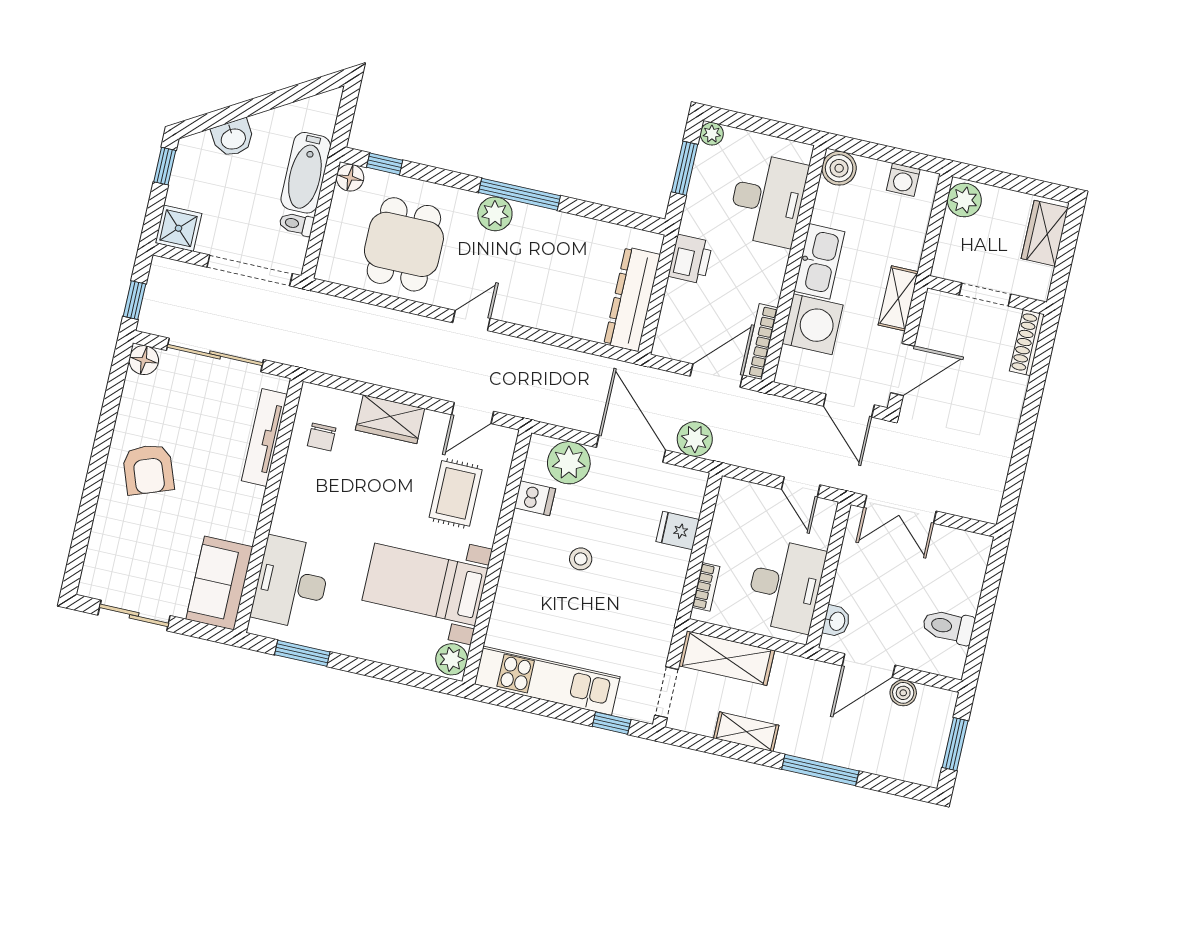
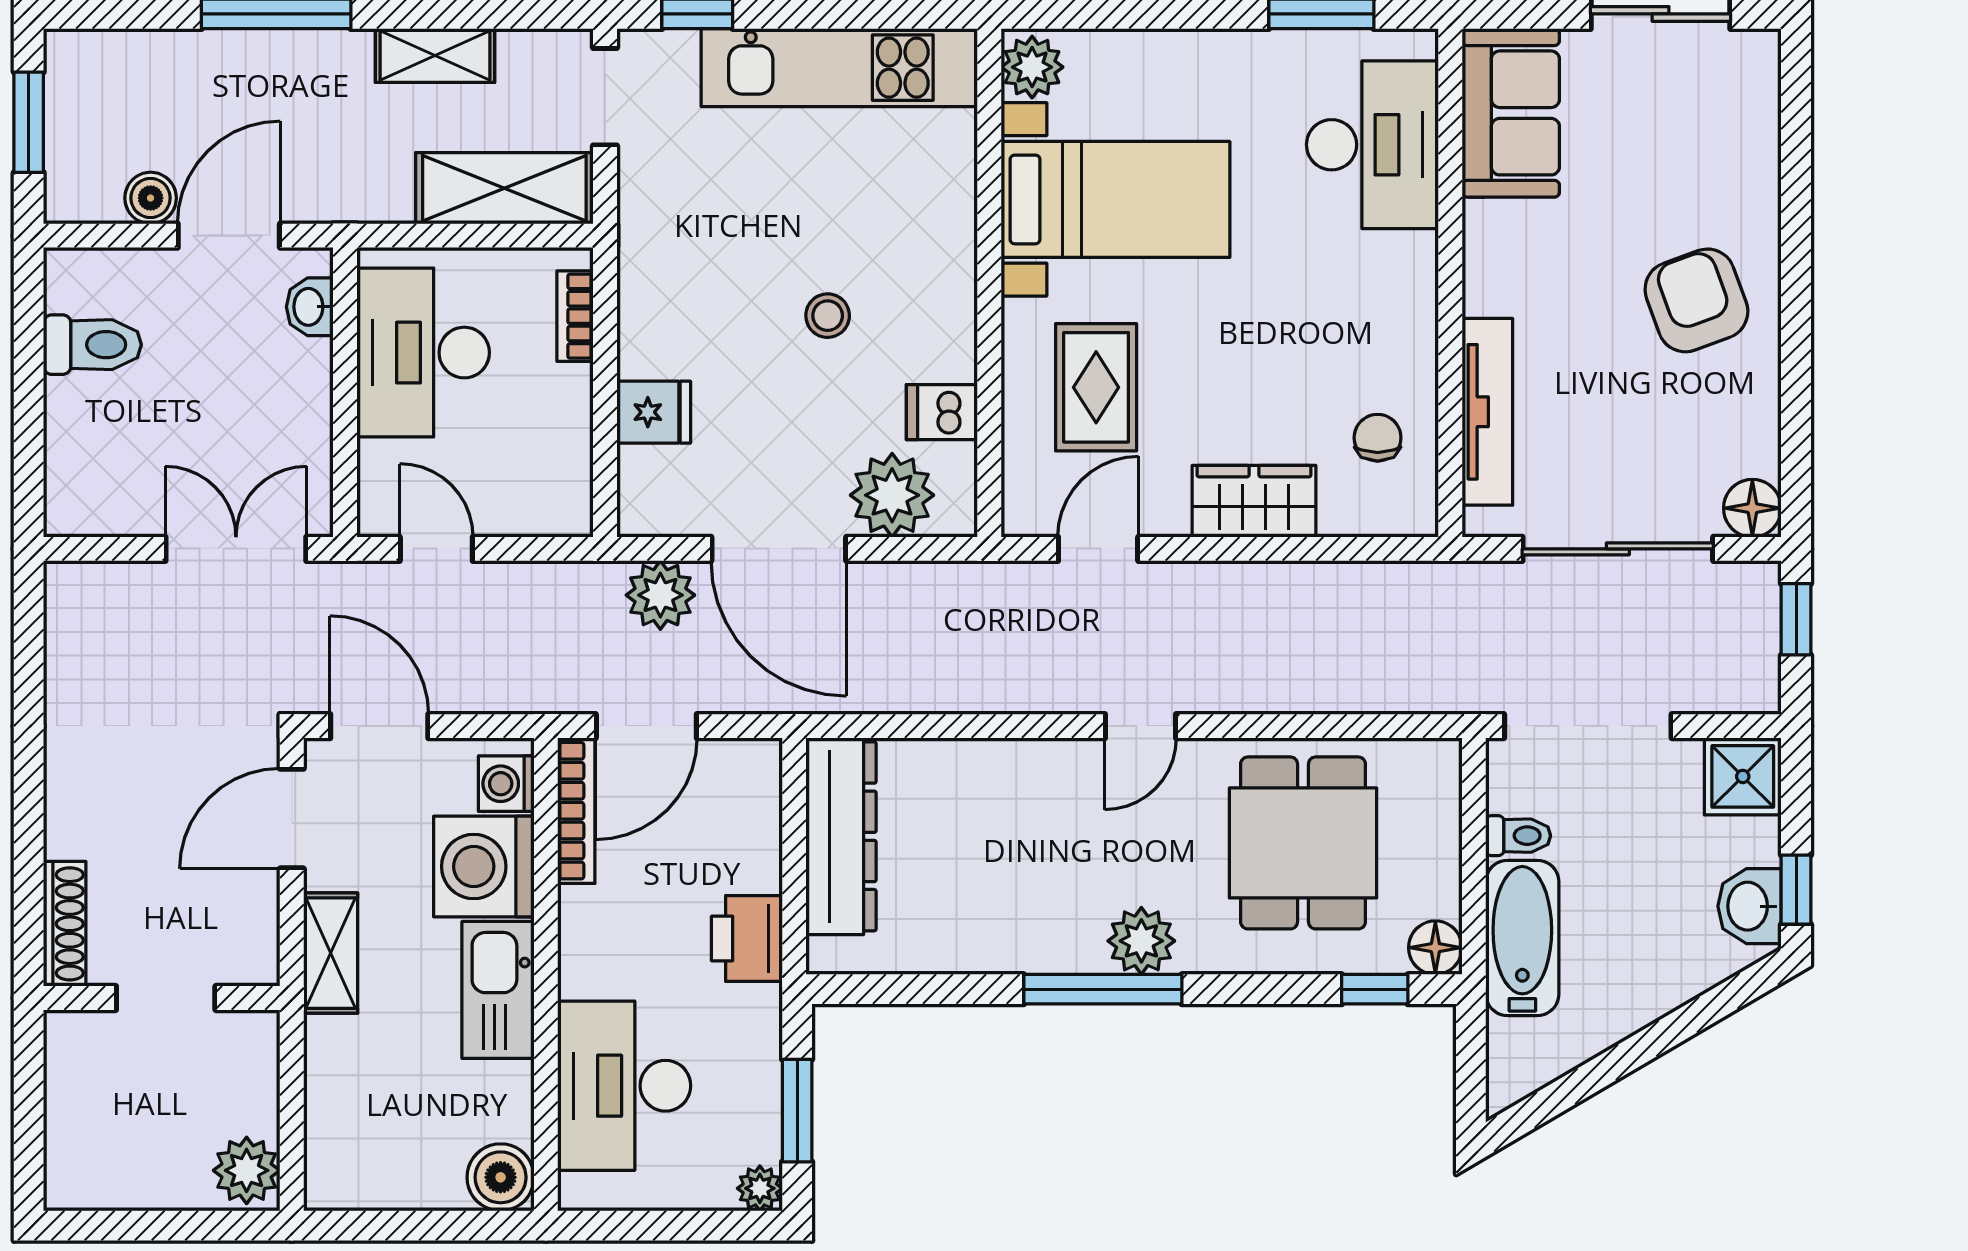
washbasin: (233, 138) -> (1749, 906), moved, turned -60
washing machine: (903, 180) -> (506, 784), moved, turned -90
wardrobe: (1045, 233) -> (78, 1142), removed

